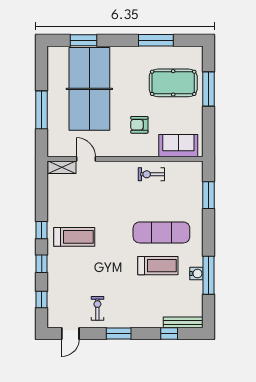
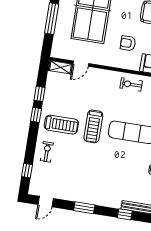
door: (86, 159) -> (81, 64), swing flipped
window: (42, 264) -> (39, 94), moved
treadmill: (158, 266) -> (93, 126), moved, turned 90
exercise bike: (97, 308) -> (47, 152), moved

